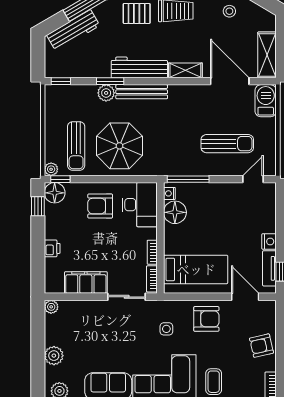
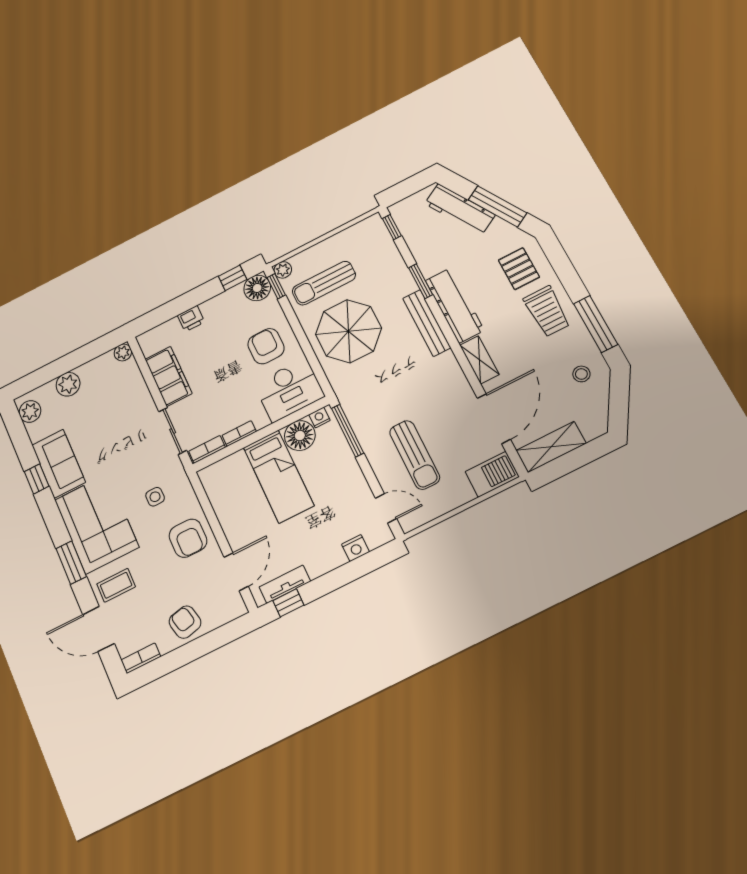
plant: (106, 93) -> (404, 284), removed
nightstand: (269, 241) -> (355, 548), moved
bed: (196, 269) -> (279, 476), moved

